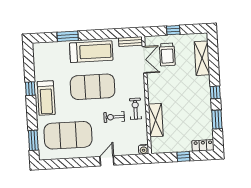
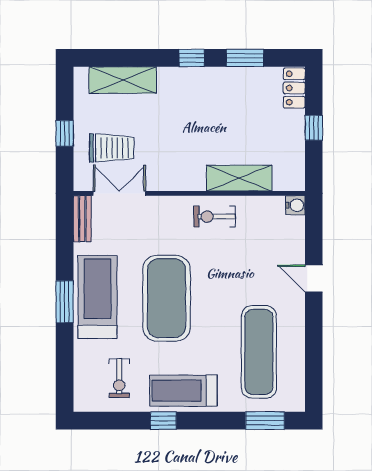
window: (68, 36) -> (65, 302), moved
treadmill: (46, 98) -> (183, 391), turned 180
exercise bike: (114, 117) -> (119, 378), moved
exercise mat: (68, 135) -> (259, 352), width x0.68

